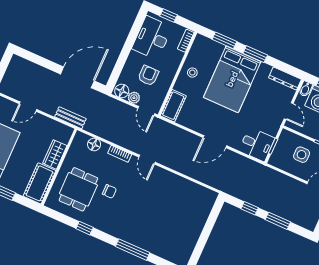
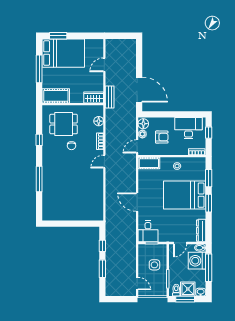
door: (28, 107) -> (104, 65), hinge flipped
wardrobe: (55, 154) -> (94, 97), moved

